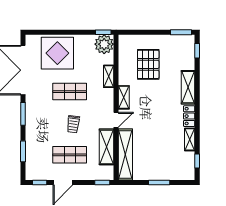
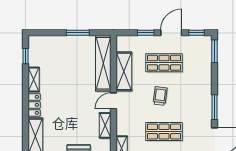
window: (23, 151) -> (215, 51), moved
window: (102, 182) -> (146, 33), moved
window: (159, 182) -> (78, 33), moved

